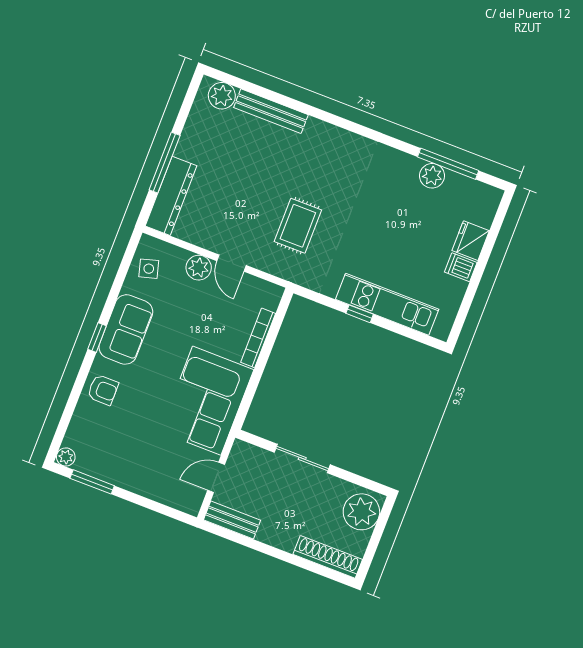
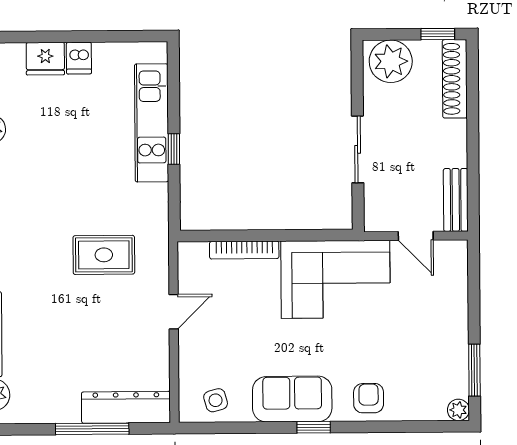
plant: (199, 268) -> (193, 346), removed
window: (368, 557) -> (438, 34), added

